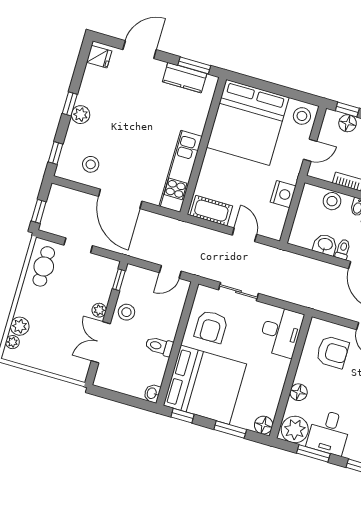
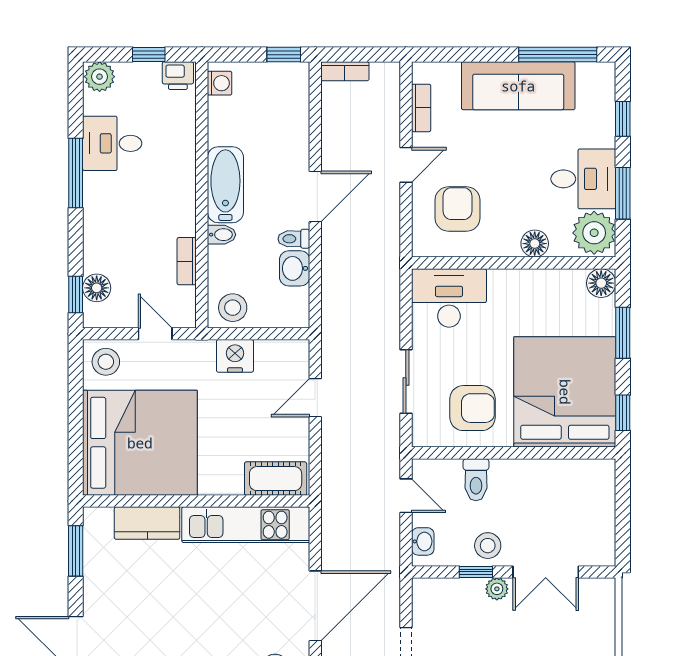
kitchen counter: (185, 78) -> (147, 523), moved, turned 90
stool: (332, 201) -> (233, 308), moved
cot: (211, 211) -> (276, 479), moved, turned 90
window: (119, 280) -> (476, 572), moved
toilet: (159, 346) -> (476, 480), moved
washbasin: (152, 393) -> (423, 541), moved, turned -90

